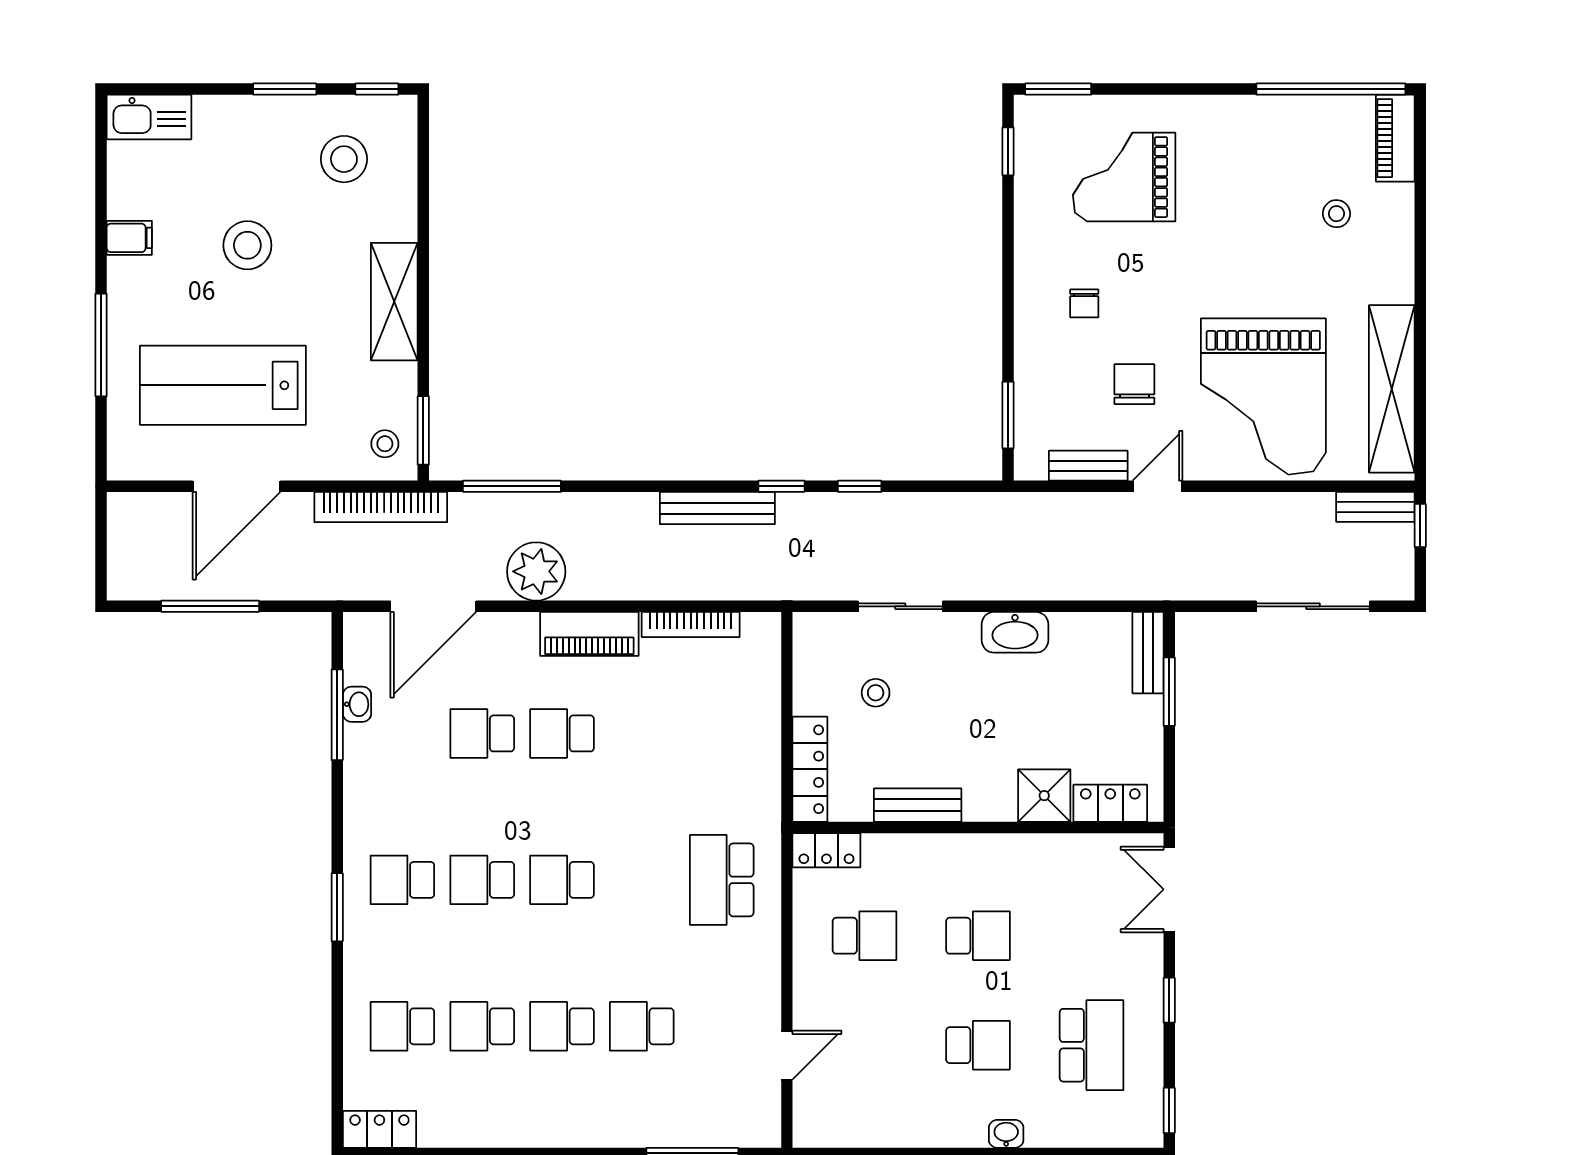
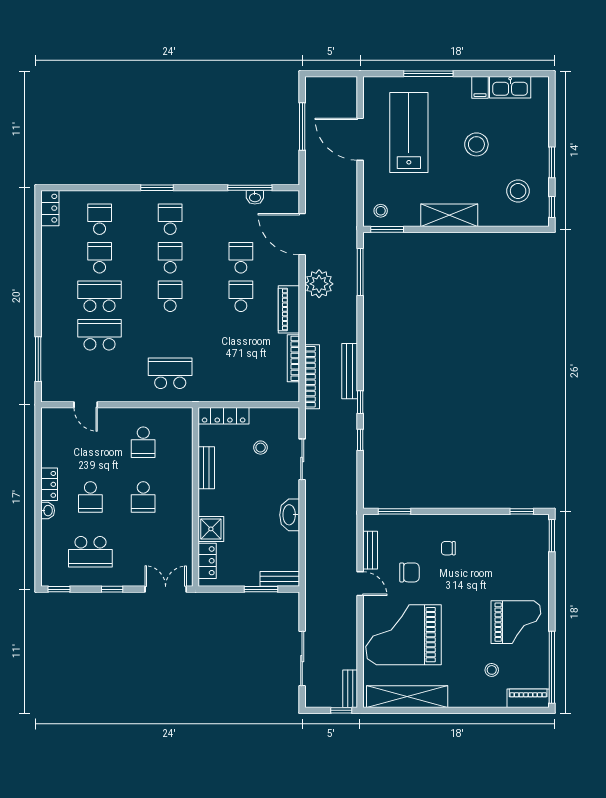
kitchen sink: (149, 117) -> (510, 87), moved, turned -90
grand piano: (1124, 177) -> (516, 622), moved, turned 90
bookcase: (381, 507) -> (312, 377), moved, turned 180
locker: (826, 850) -> (49, 484), moved, turned 180
school desk: (562, 1026) -> (100, 296), width x1.85
school desk: (642, 1026) -> (100, 335), width x1.85

